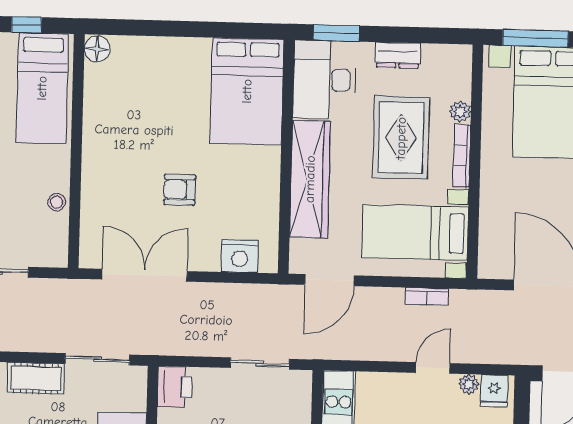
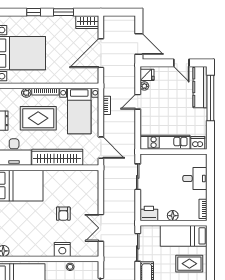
nightstand: (240, 256) -> (62, 250), moved, turned 90
double door: (145, 275) -> (101, 228), width x0.73
door: (433, 368) -> (138, 102), hinge flipped

